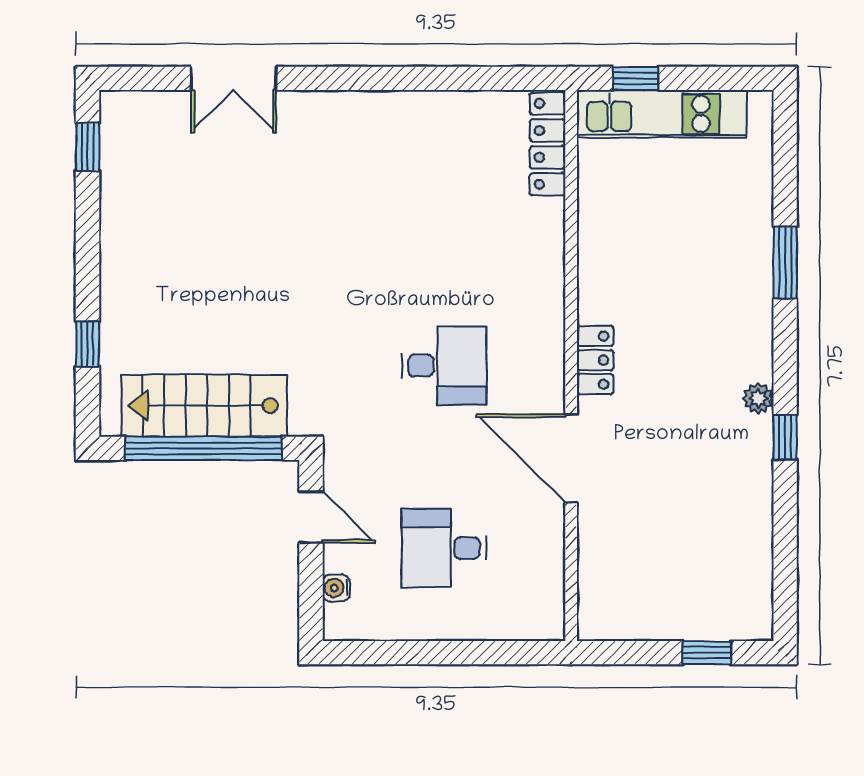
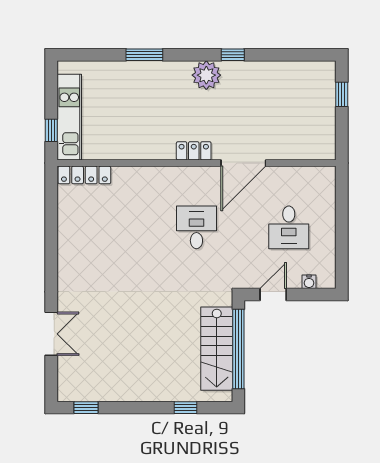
plant: (758, 398) -> (206, 75), width x1.88, depth x1.88

